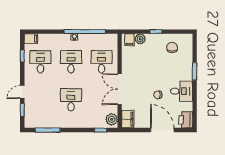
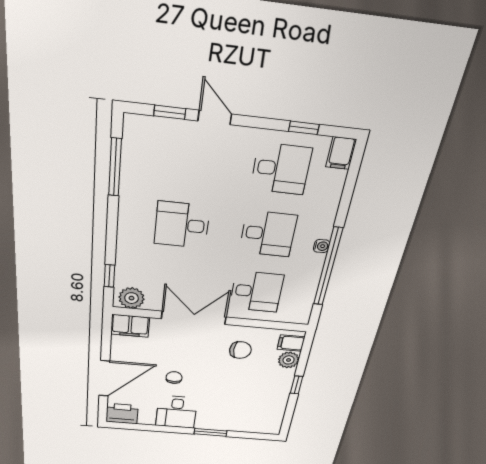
chair: (172, 47) -> (240, 350), moved
desk: (71, 100) -> (182, 225), turned 180

